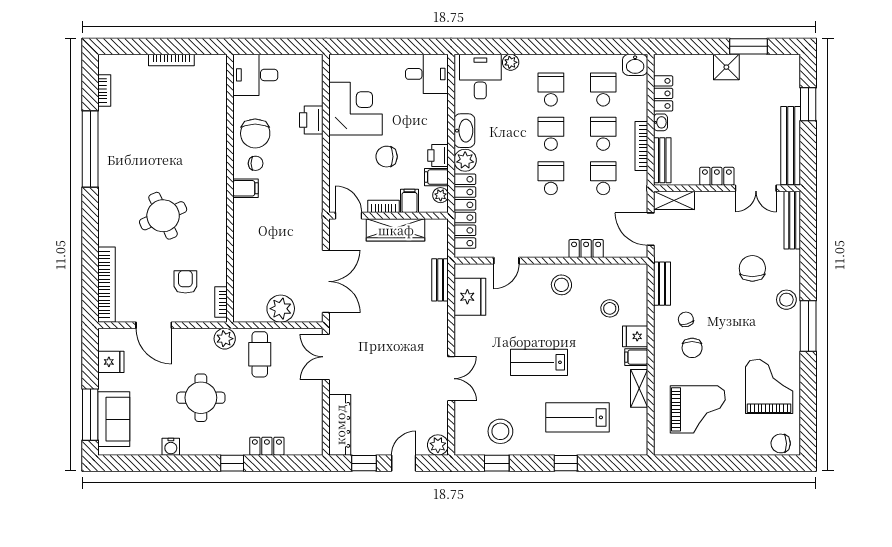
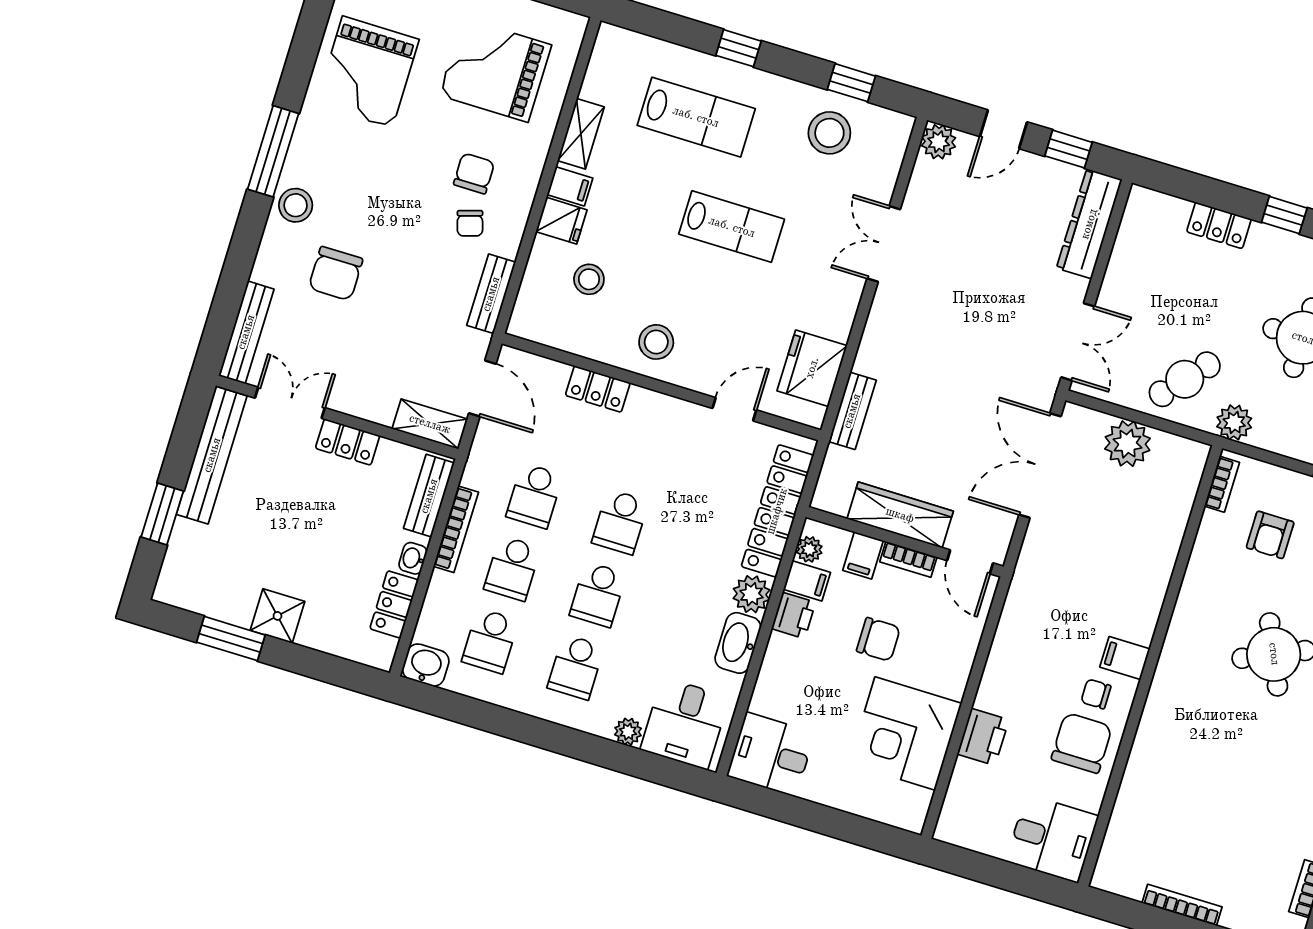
cafe table: (260, 354) -> (1185, 379), turned 41

